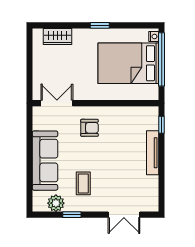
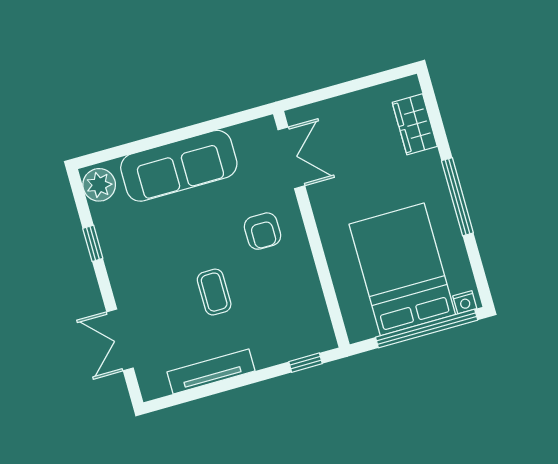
window: (100, 25) -> (457, 197), width x2.17
tv unit: (153, 153) -> (211, 371), moved
coffee table: (83, 183) -> (214, 292), moved, turned 90
plant: (56, 203) -> (99, 185), moved

